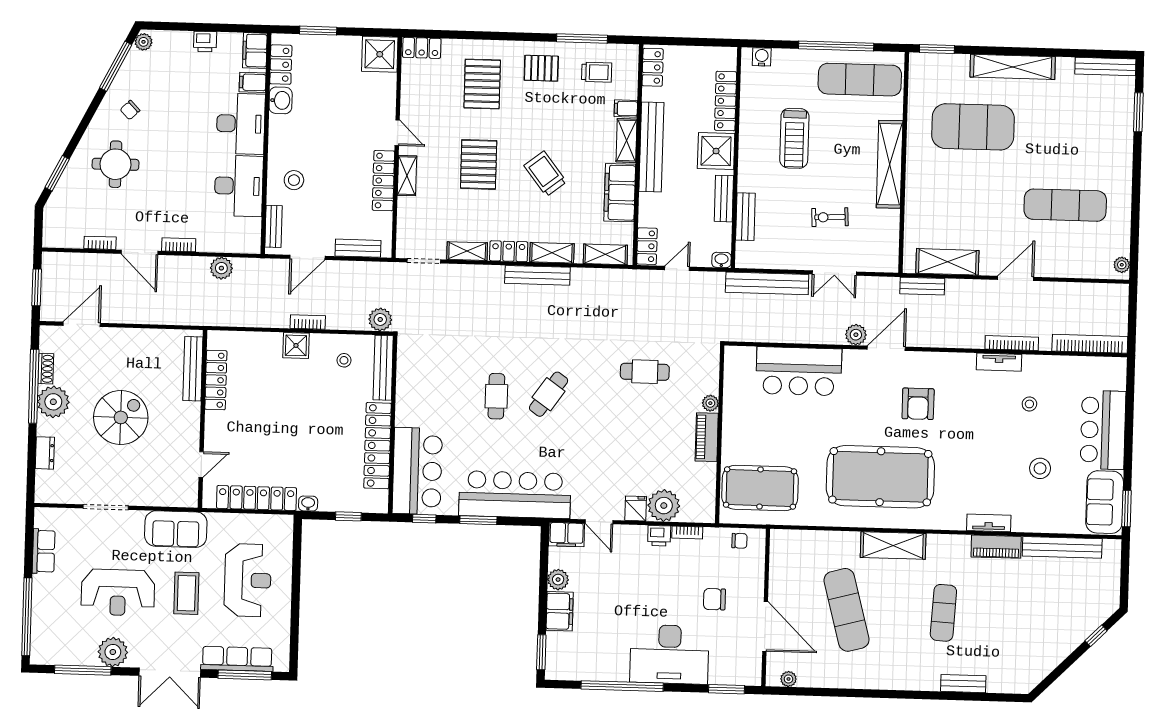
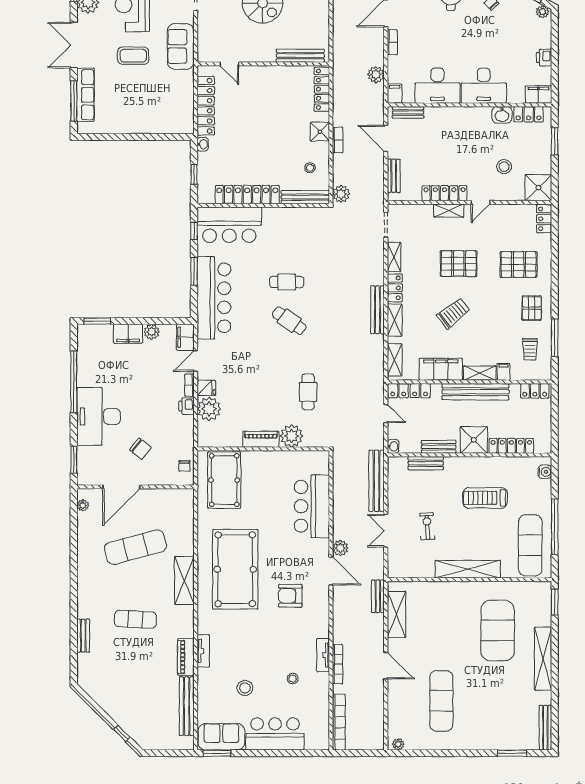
filing cabinet: (253, 82) -> (395, 94), moved
stool: (294, 180) -> (504, 167), moved
locker: (647, 246) -> (409, 391), width x1.53
locker: (216, 380) -> (322, 89), moved, turned 90
plant: (710, 403) -> (292, 436), width x1.88, depth x1.88
bookcase: (687, 533) -> (189, 385), moved
reception desk: (248, 580) -> (144, 101), removed
chair: (714, 599) -> (140, 449), turned 128

